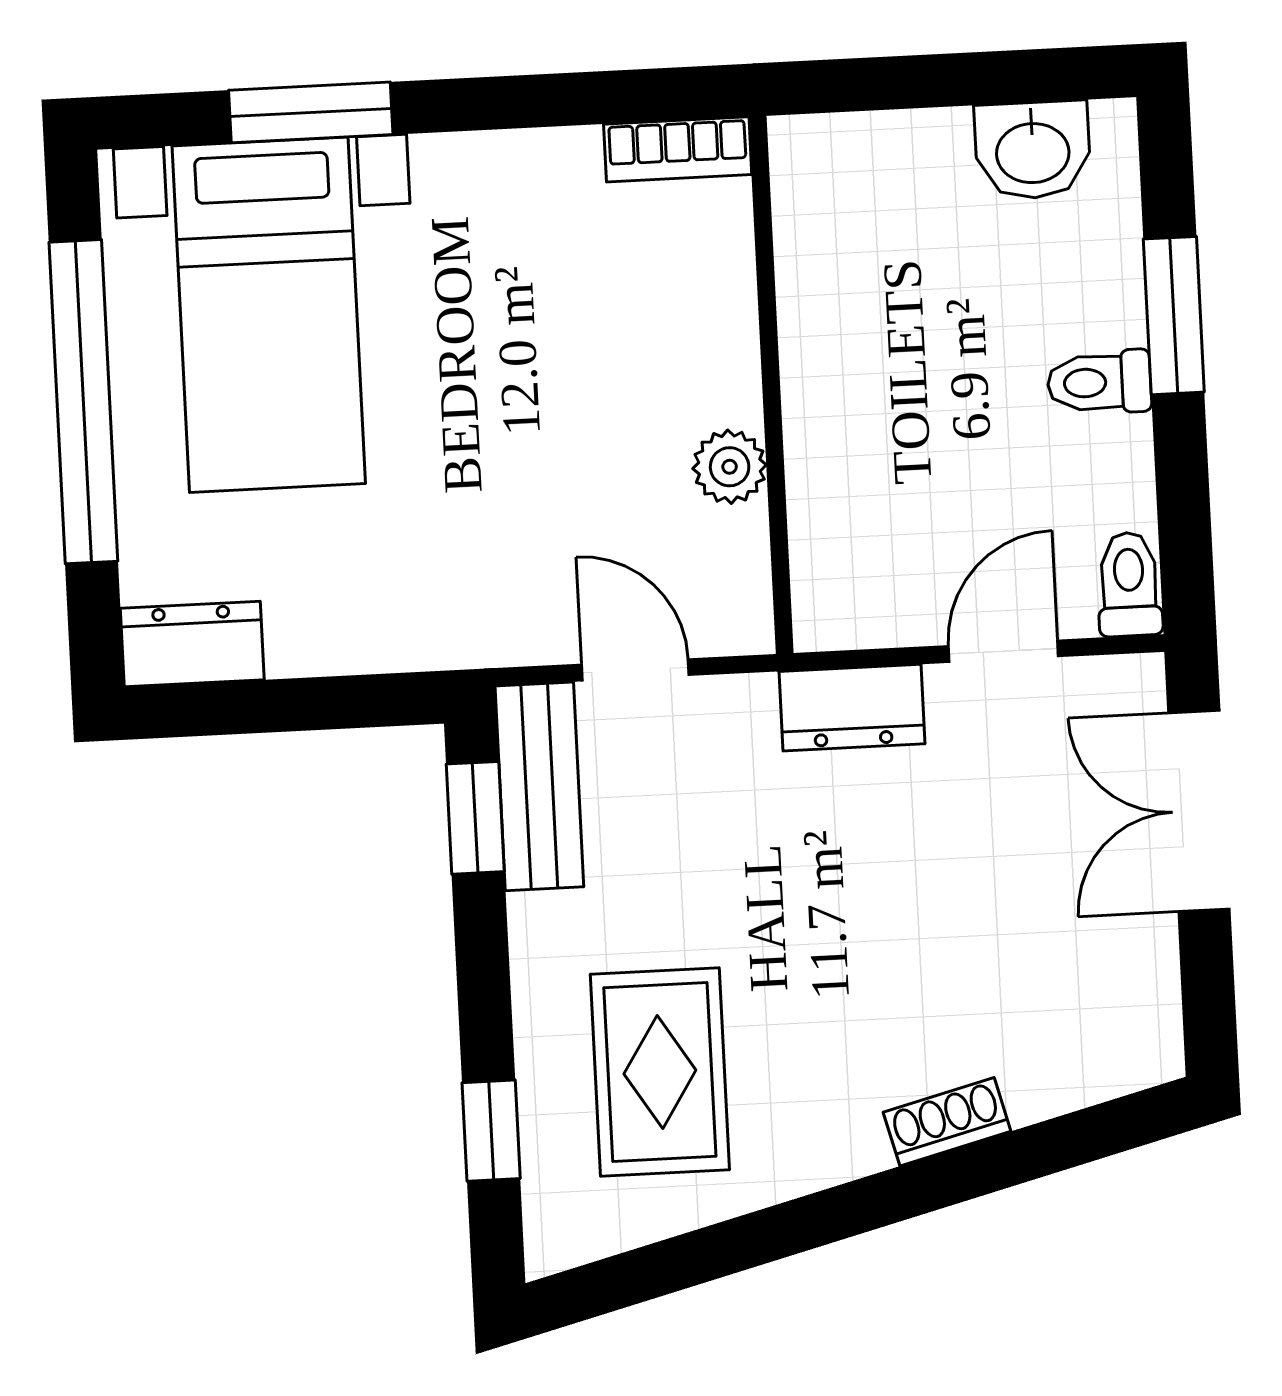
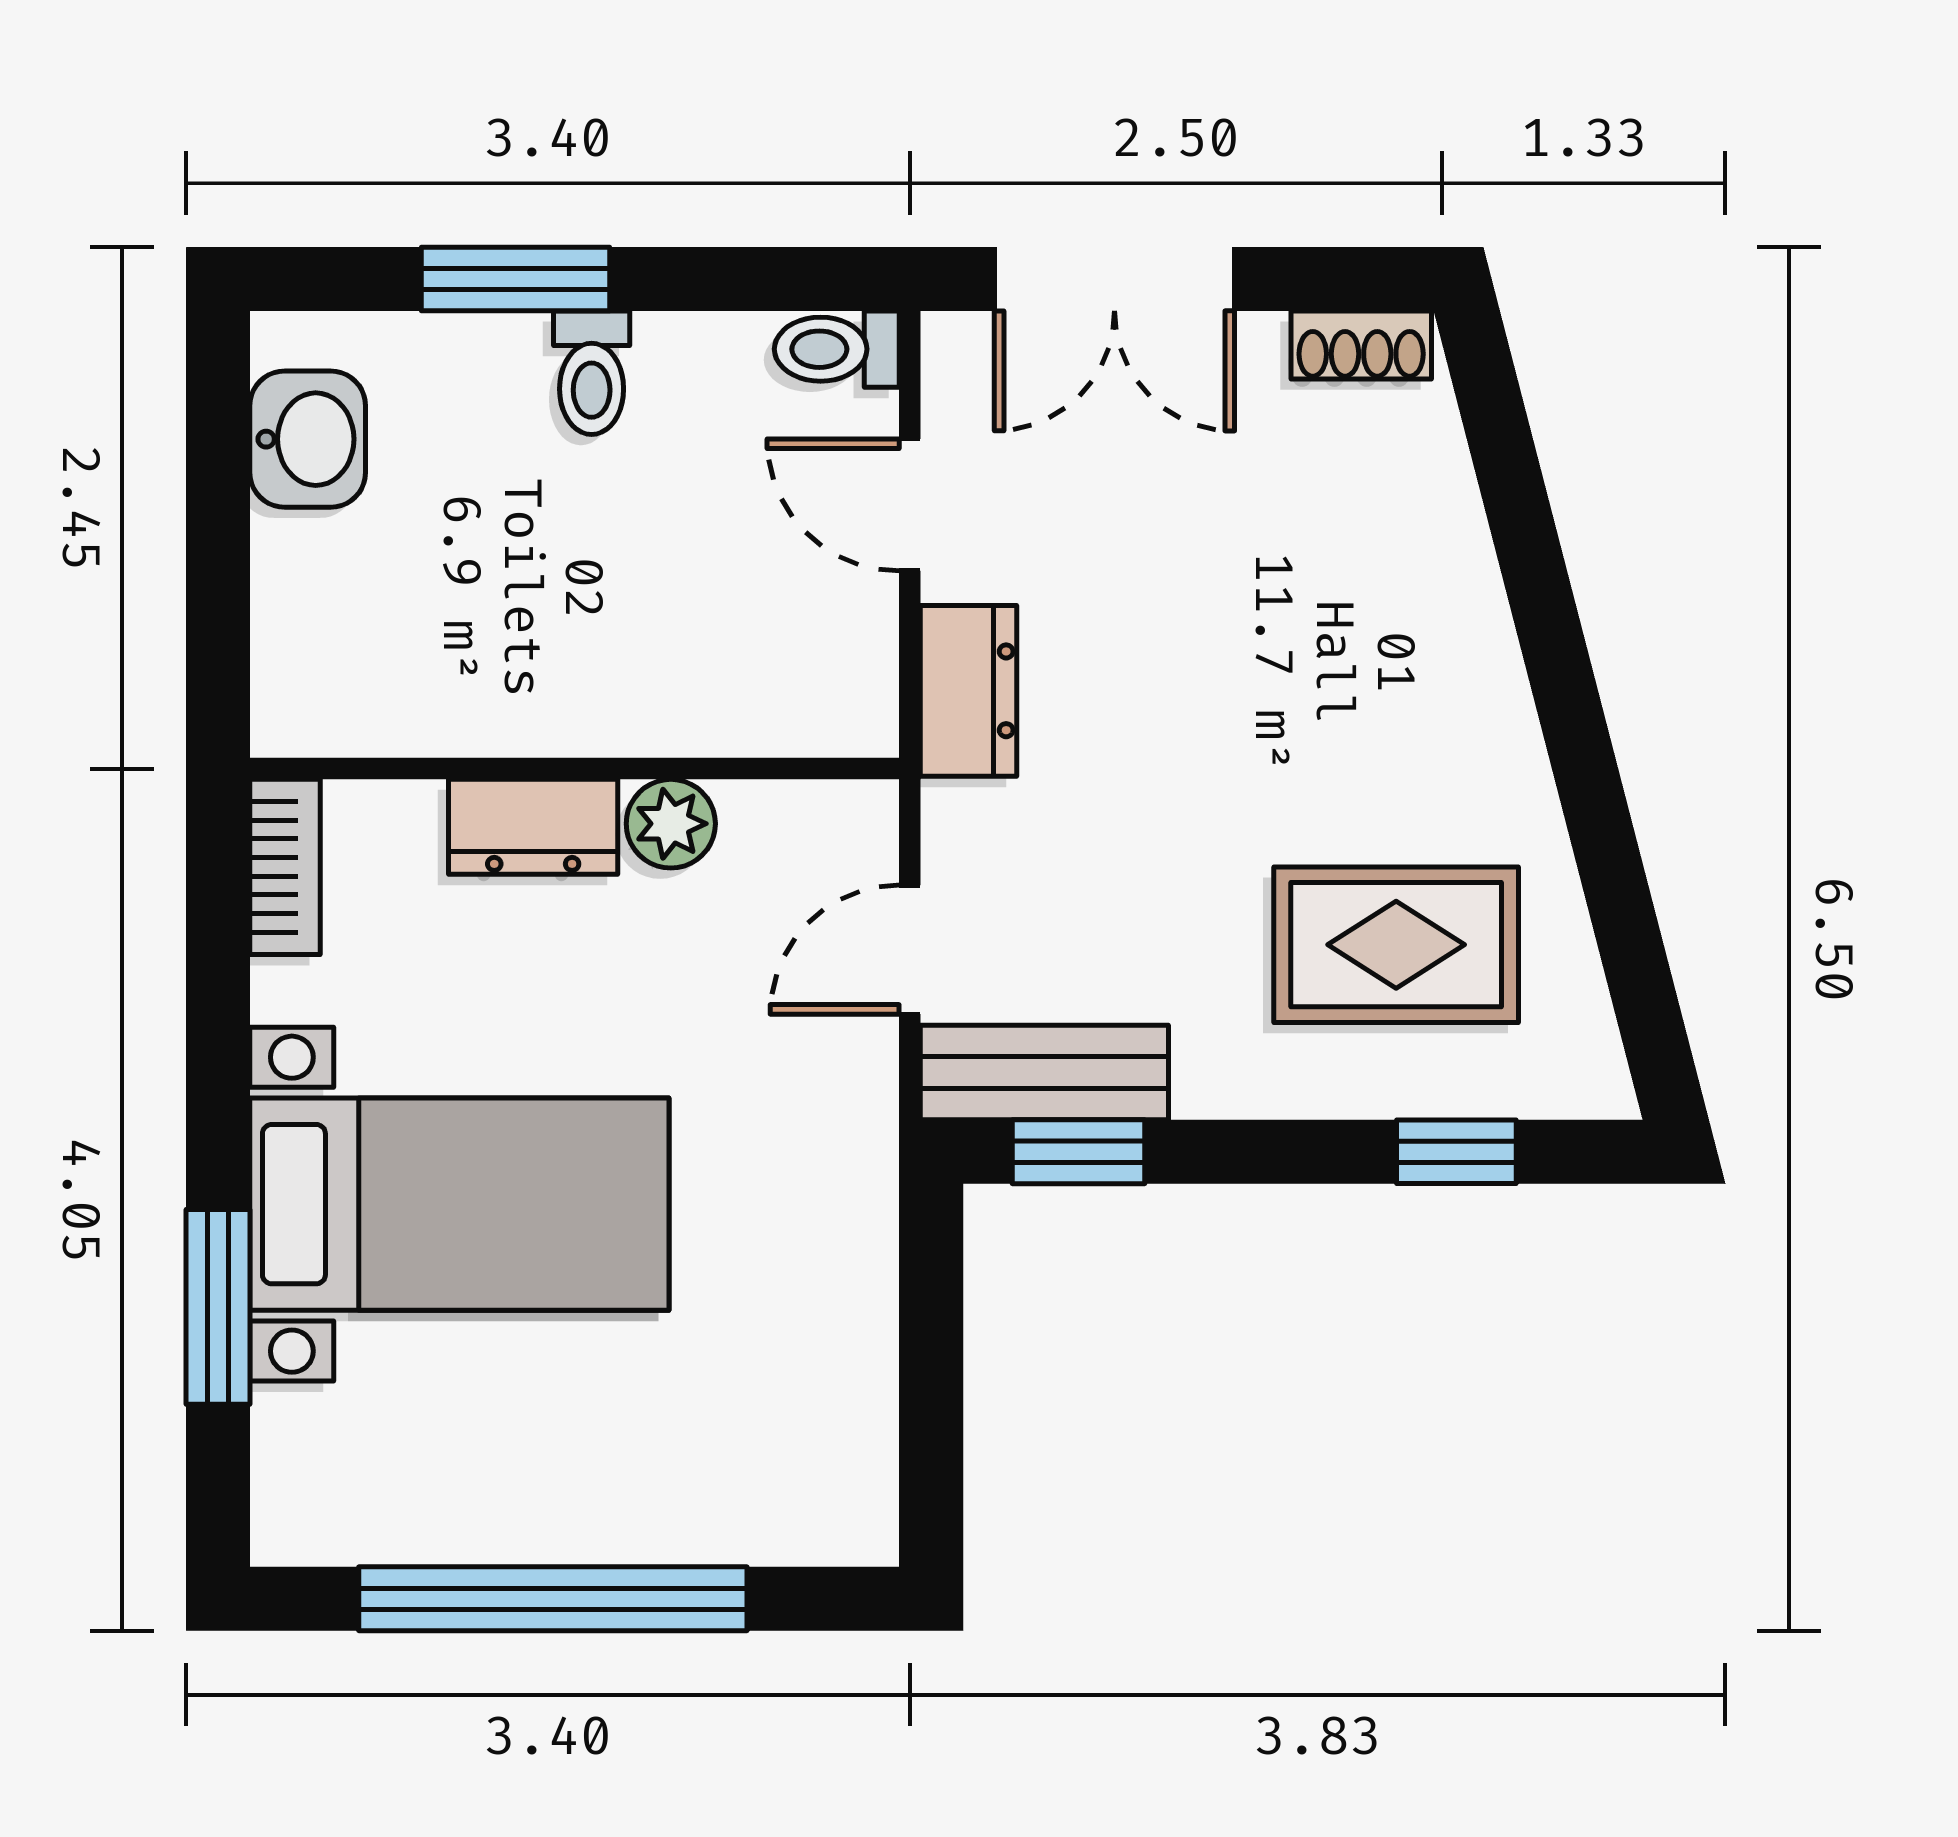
bed with nightstands: (269, 315) -> (459, 1204), moved
dresser: (192, 644) -> (533, 827), moved, turned -90
shoe rack: (947, 1122) -> (1361, 345), moved, turned -76

